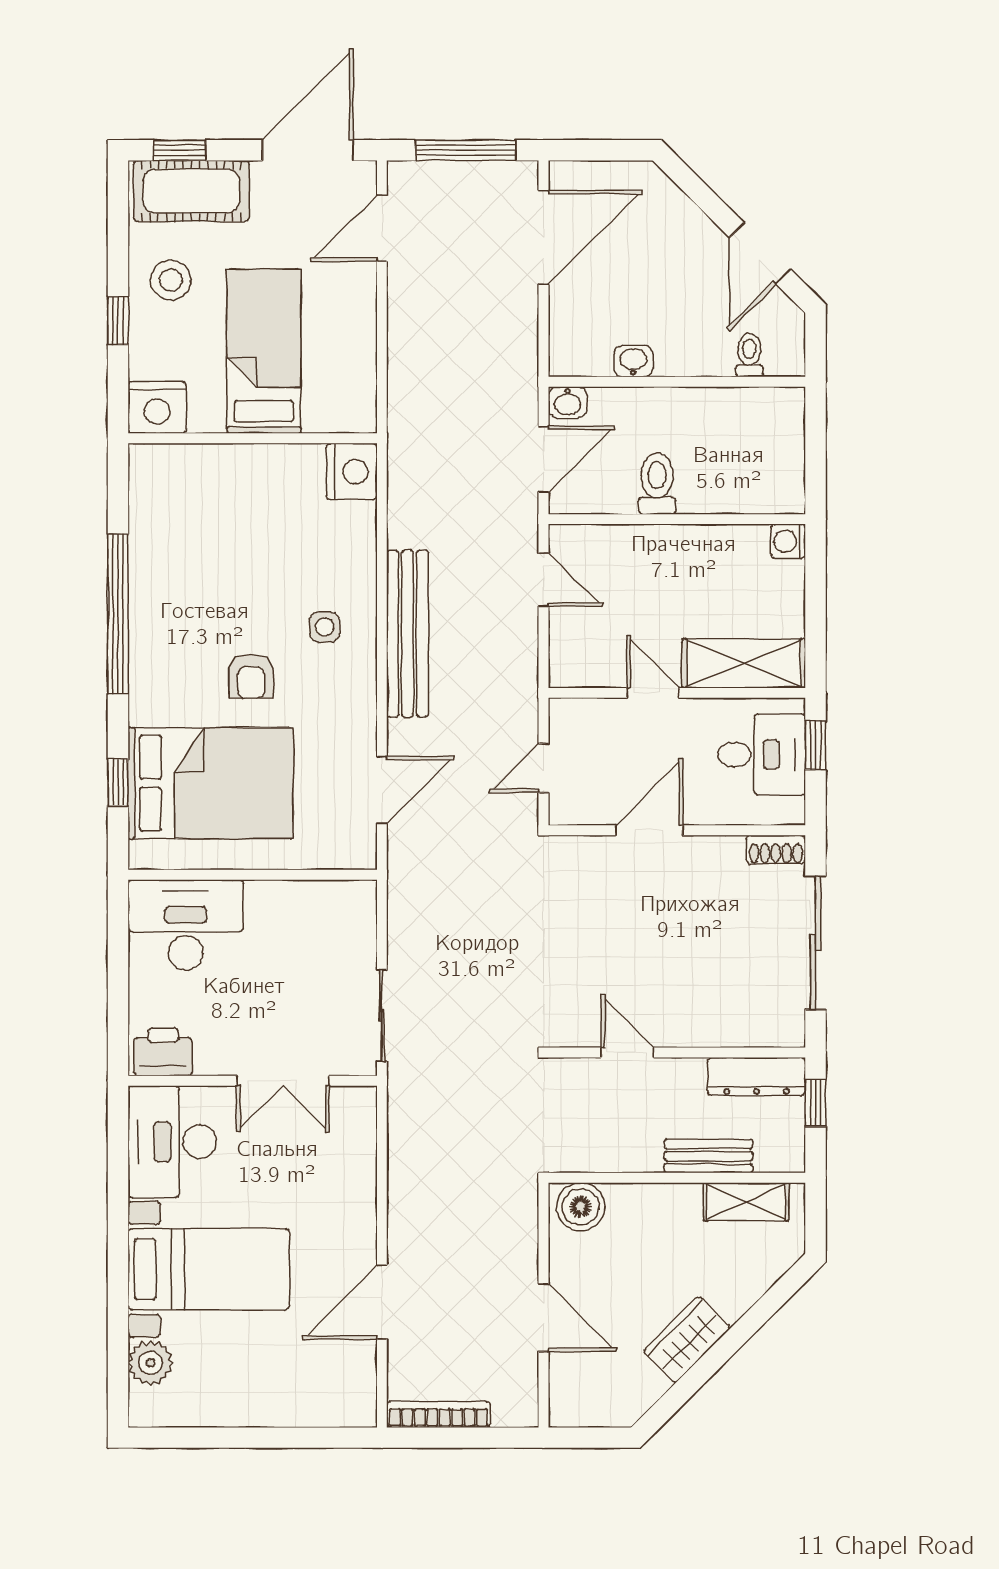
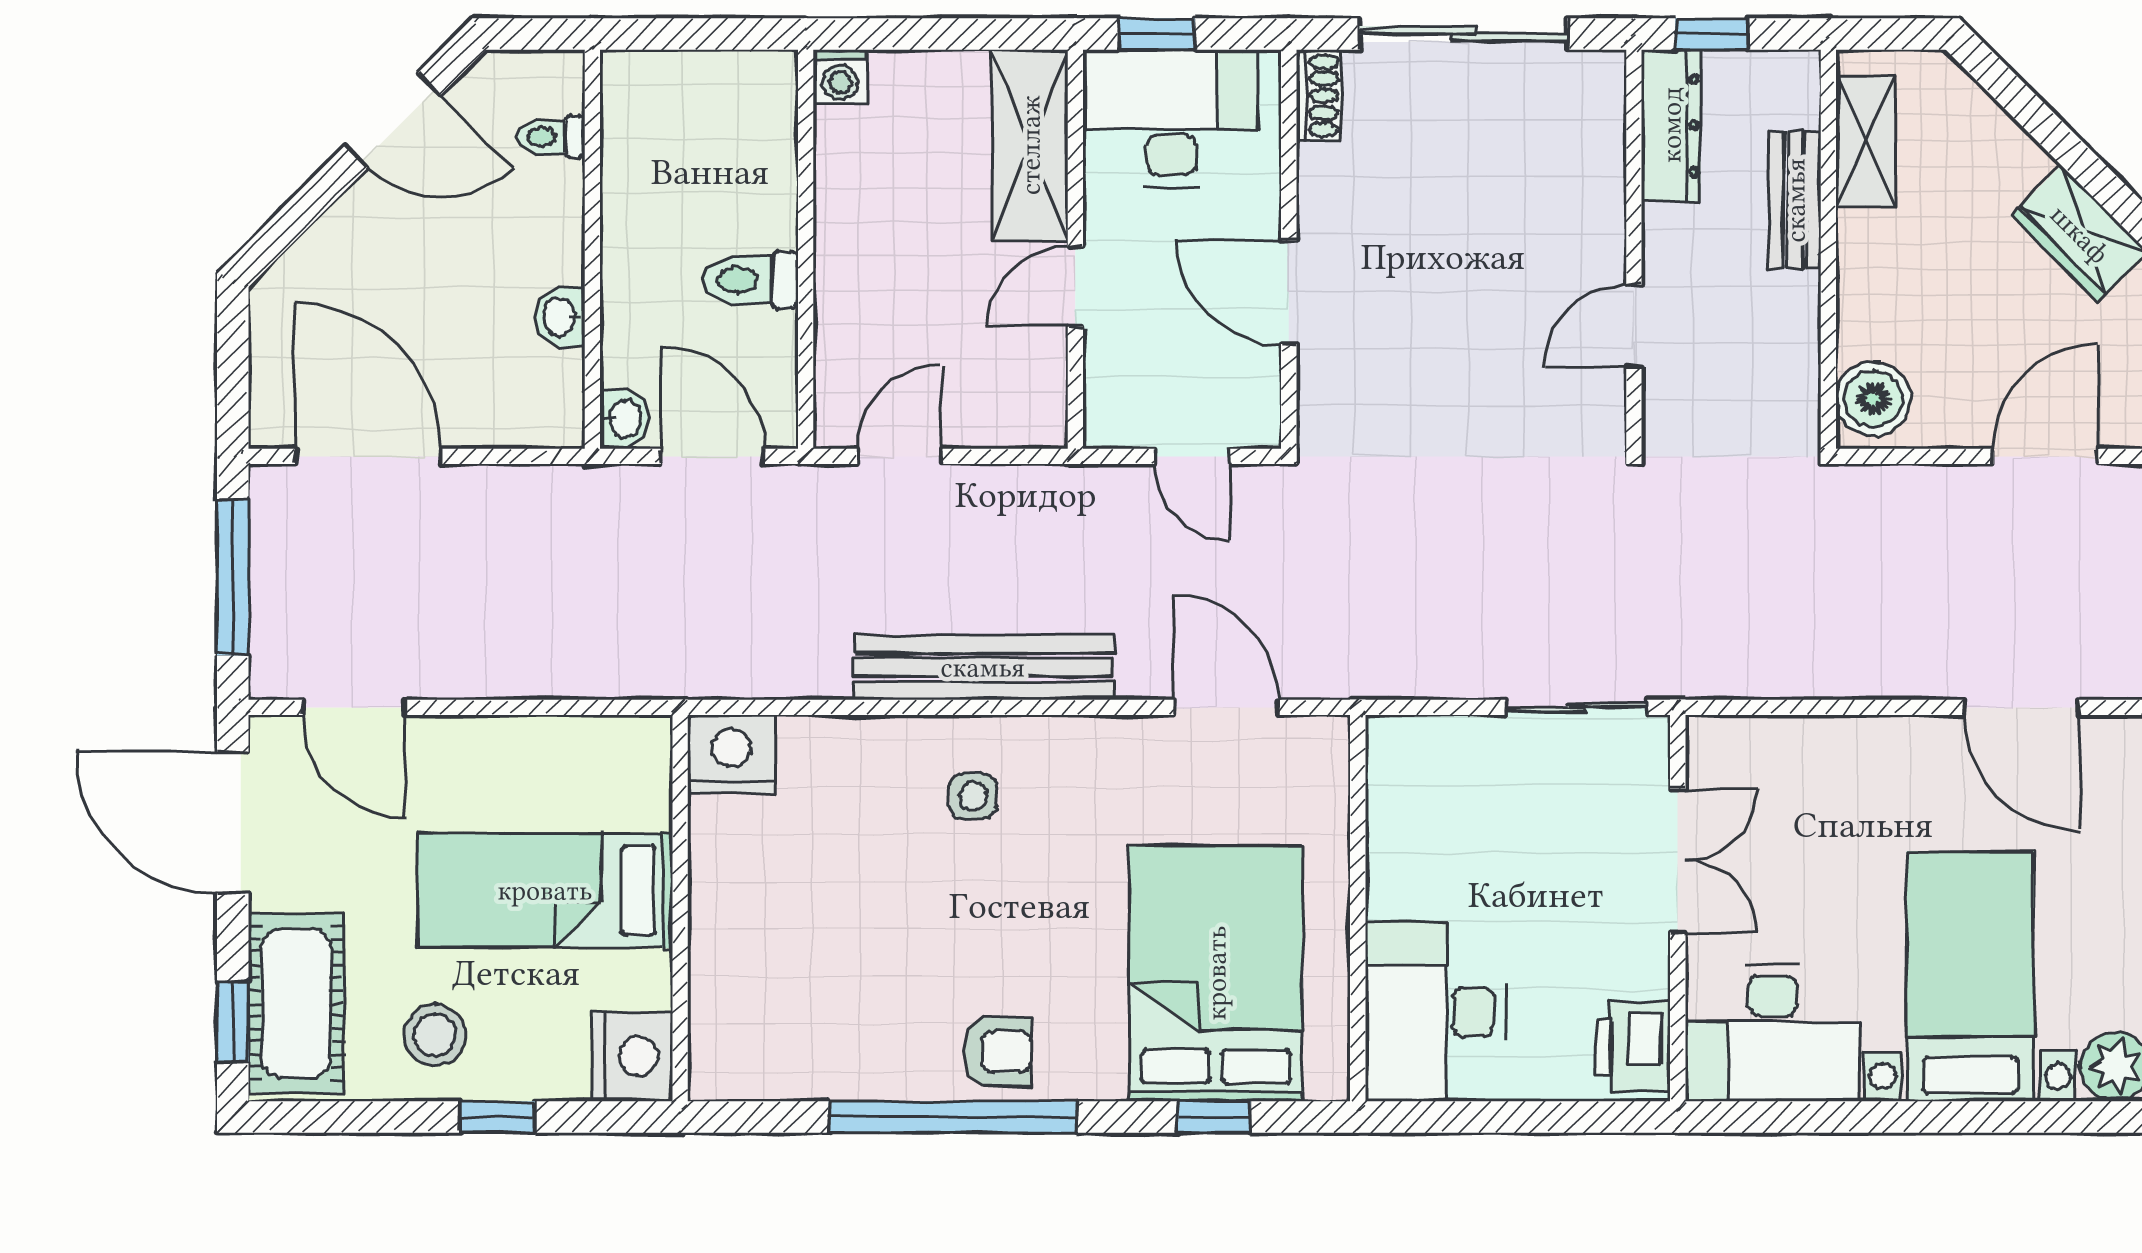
armchair: (251, 676) -> (997, 1052), moved
desk: (761, 755) -> (1171, 118), width x1.37

